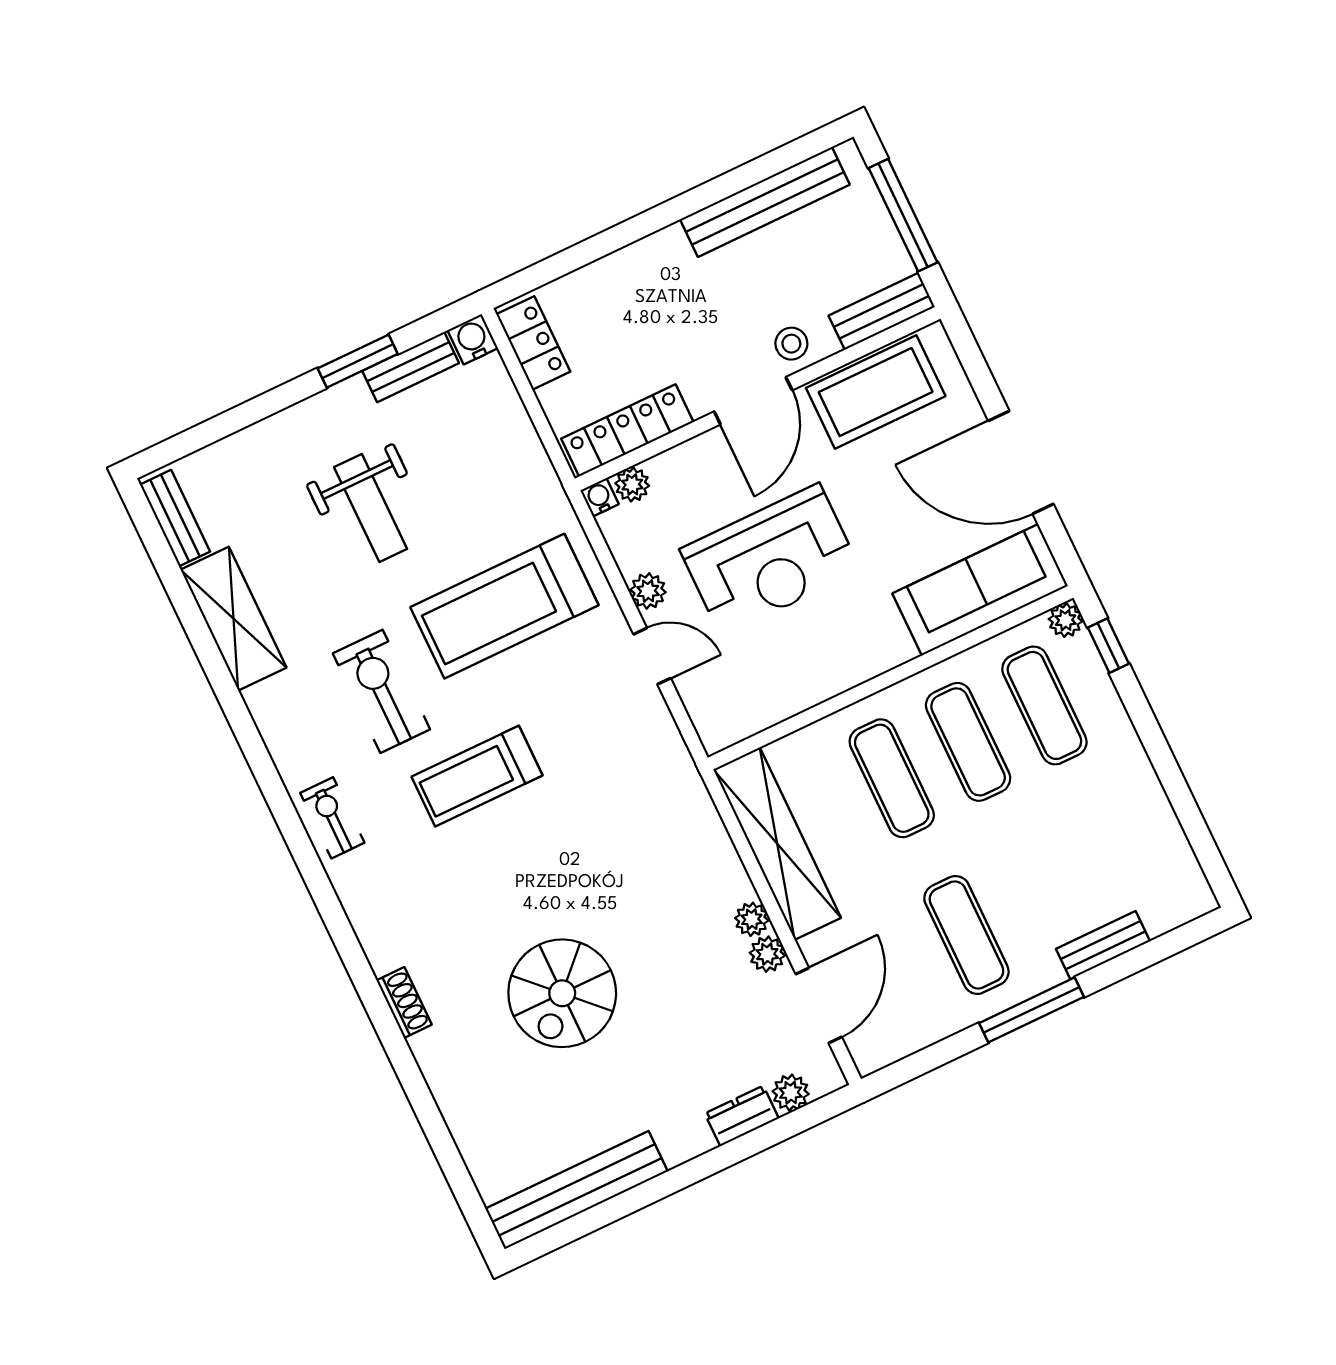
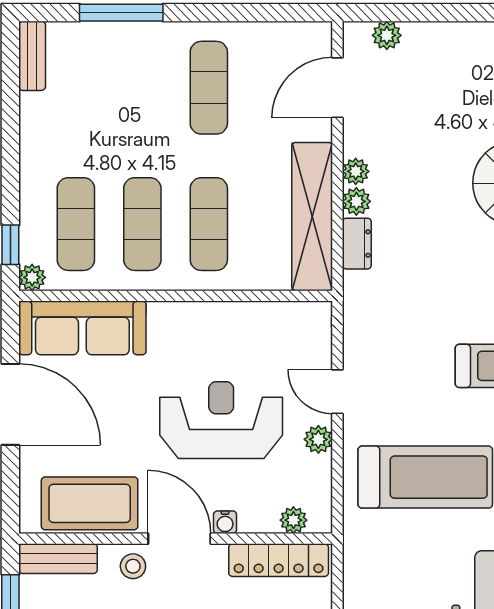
door: (753, 401) -> (179, 539), hinge flipped
water cooler: (599, 497) -> (225, 522), moved
bench: (1103, 945) -> (32, 56), moved, turned 90
plant: (767, 954) -> (356, 201), moved
window: (1031, 1010) -> (121, 13), moved
dresser: (742, 1116) -> (357, 244), moved, turned -90

